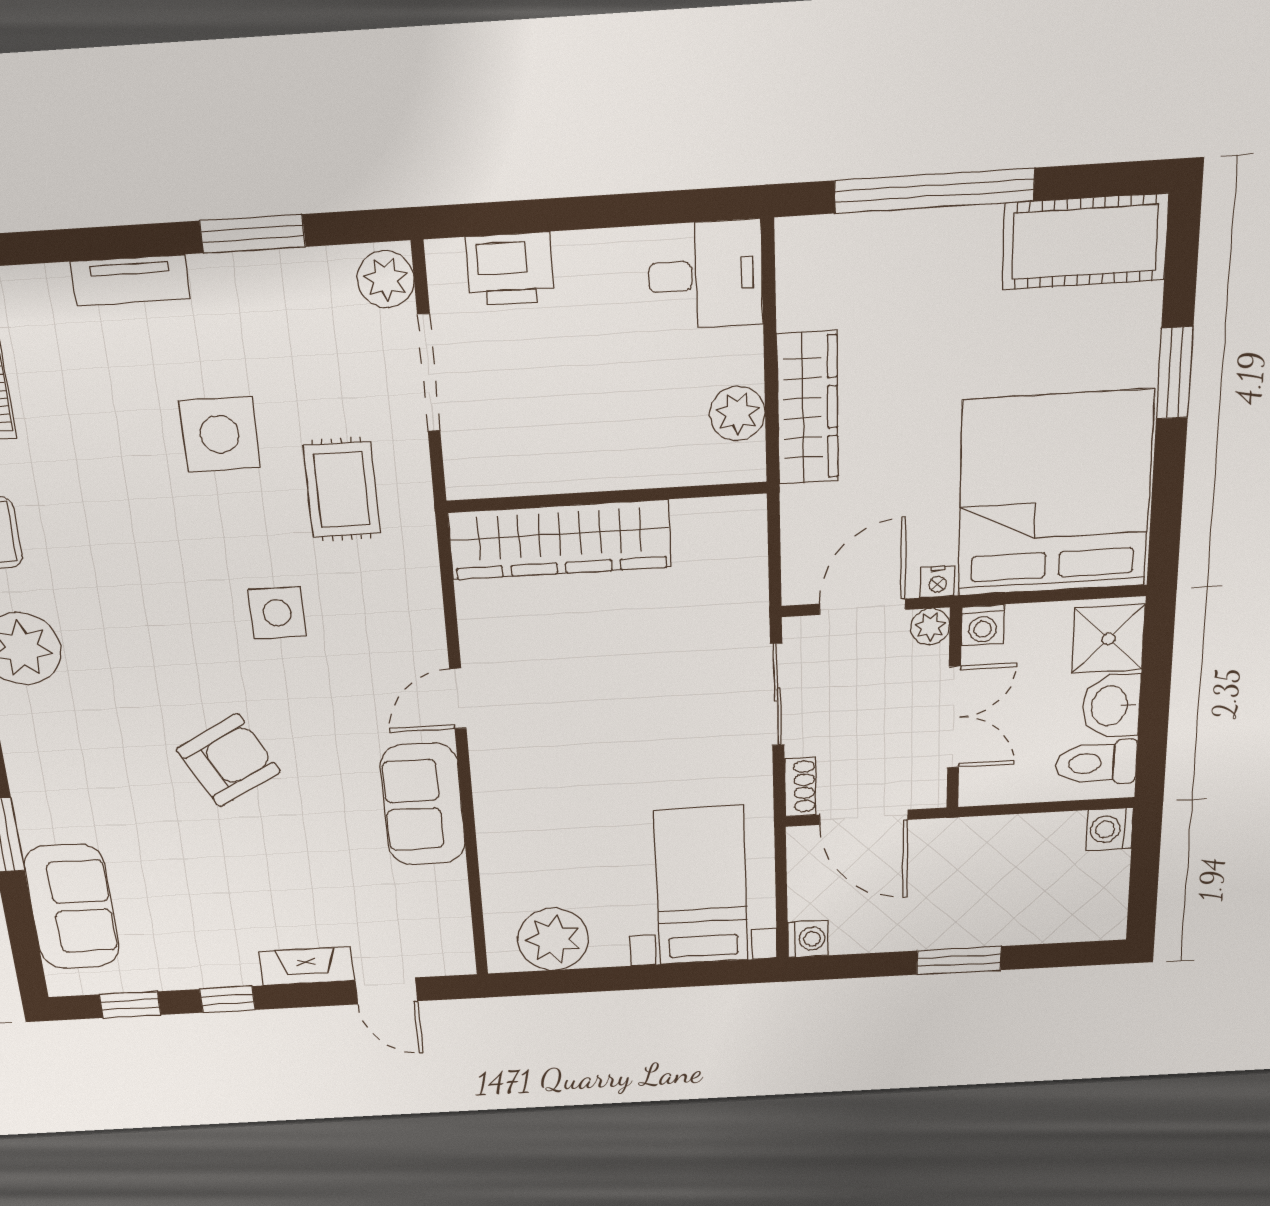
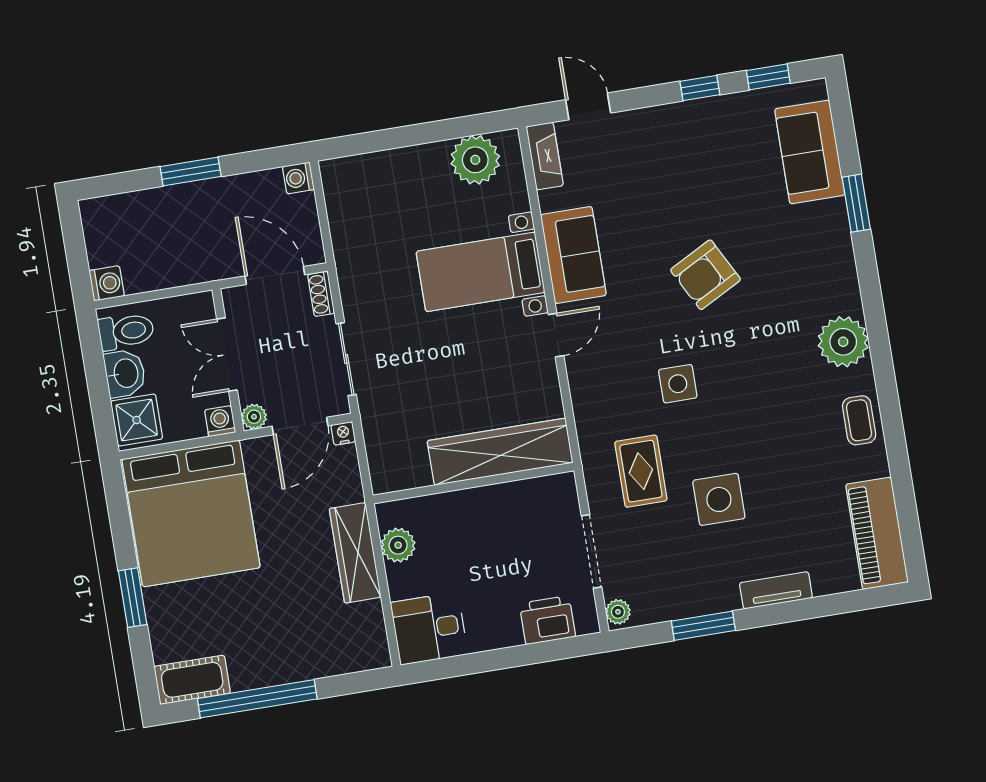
window: (934, 191) -> (257, 699), moved
cot: (1085, 242) -> (192, 680), width x0.73, depth x0.75
plant: (386, 279) -> (618, 612), width x0.73, depth x0.73
nightstand: (938, 582) -> (343, 433), moved
bed with nightstands: (701, 886) -> (481, 272), moved, turned 90
fireplace: (307, 966) -> (545, 156), moved, turned -90

